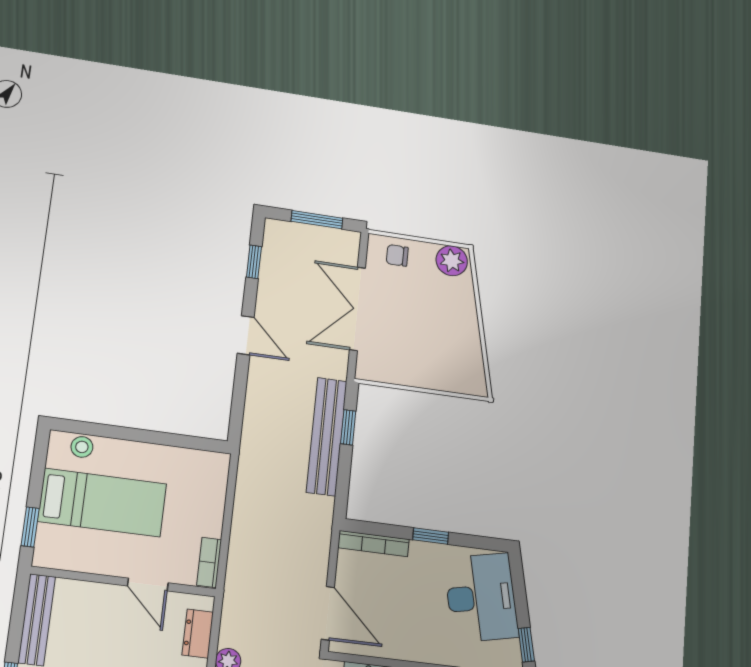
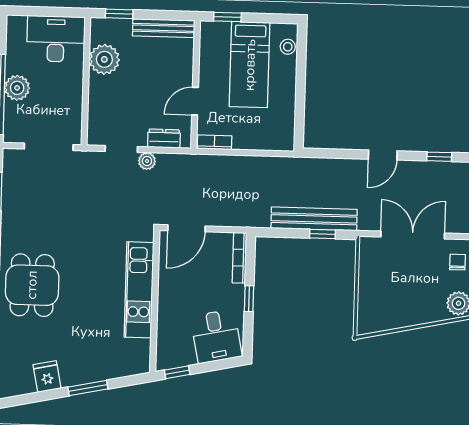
desk: (481, 598) -> (216, 336), width x0.73

